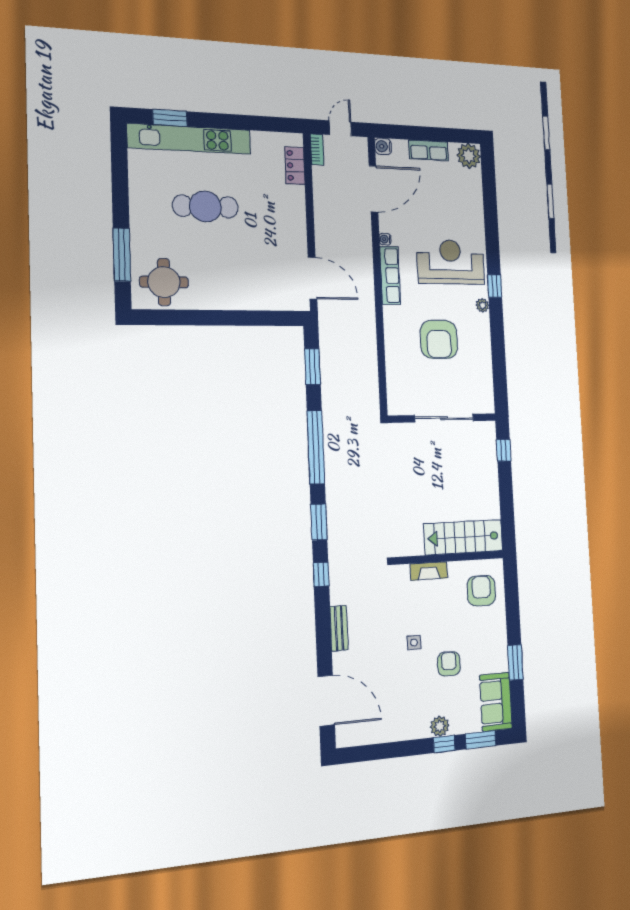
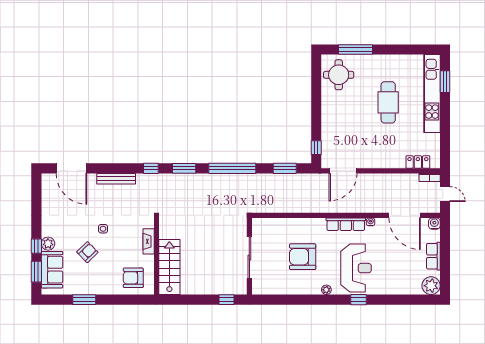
window: (495, 286) -> (358, 300), moved
window: (279, 318) -> (316, 148), added
armchair: (481, 591) -> (133, 278), turned 180
bench: (339, 628) -> (116, 179), width x1.36
armchair: (449, 664) -> (87, 252), turned -44
door: (326, 701) -> (72, 168), hinge flipped
sofa: (496, 702) -> (52, 270), moved, turned 90

